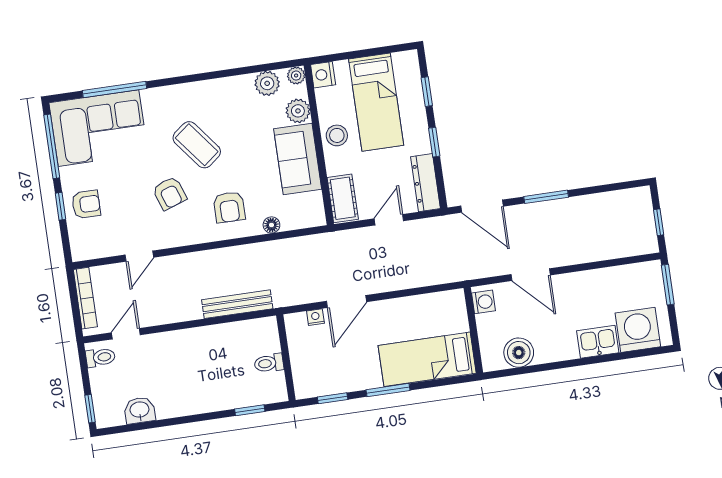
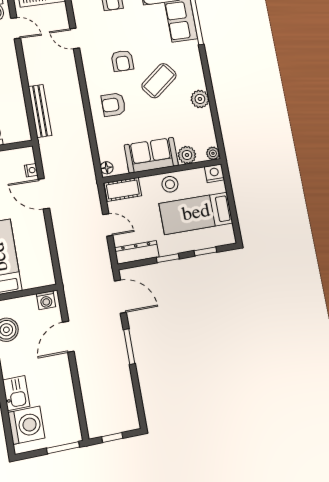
plant: (267, 83) -> (200, 99), moved
armchair: (170, 193) -> (122, 61), turned -71
door: (482, 206) -> (120, 297), swing flipped
floor lamp: (271, 225) -> (107, 168), moved

